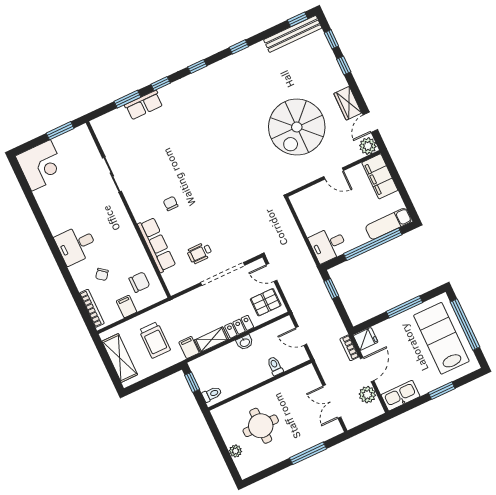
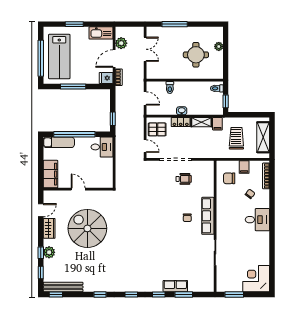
spiral stairs: (297, 127) -> (87, 228), turned -90
plant: (368, 146) -> (49, 252), moved
row of seats: (157, 245) -> (208, 216), moved

